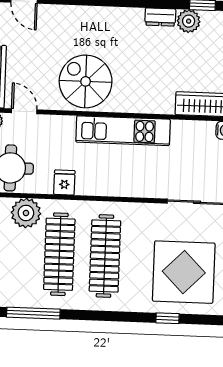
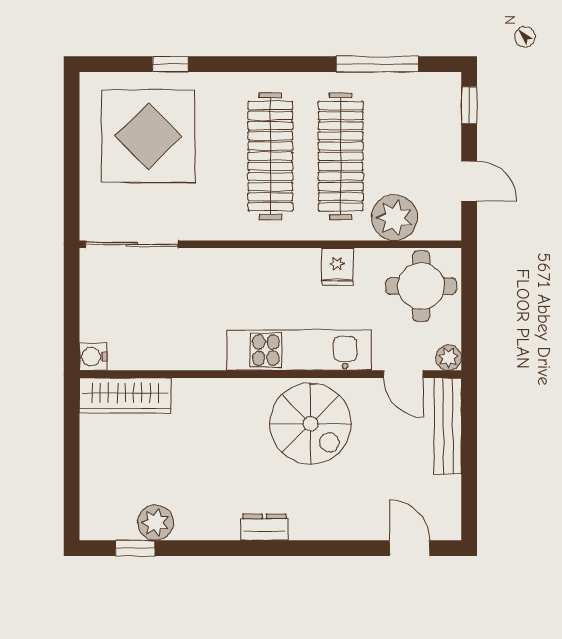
dresser: (160, 17) -> (264, 527), moved
kitchen unit: (123, 131) -> (299, 350), moved

